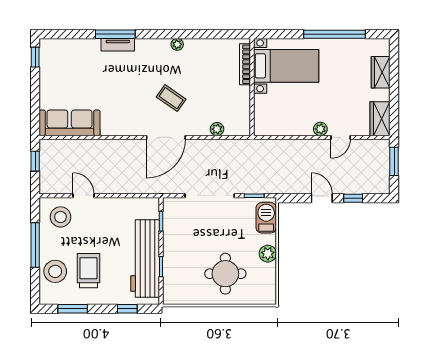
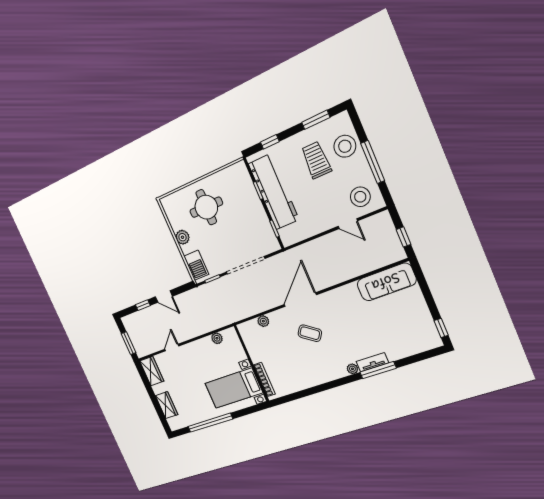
plant: (177, 44) -> (352, 369), moved
plant: (320, 129) -> (217, 338), moved
trolley: (88, 271) -> (316, 160), turned 180

